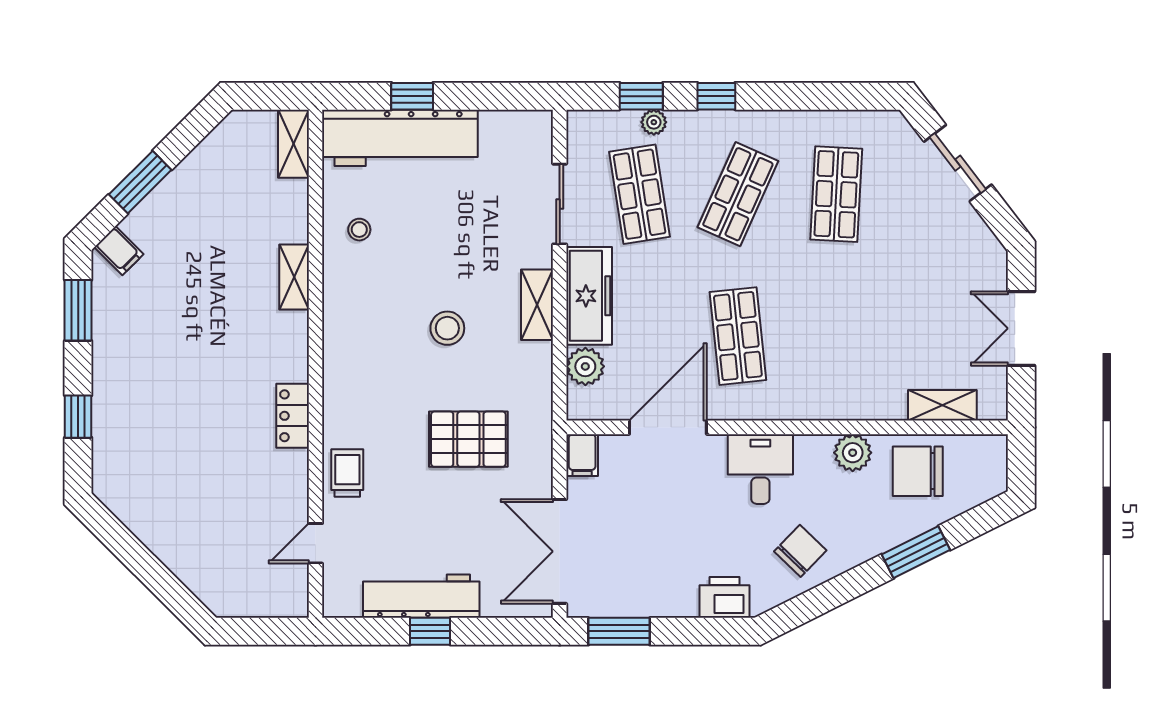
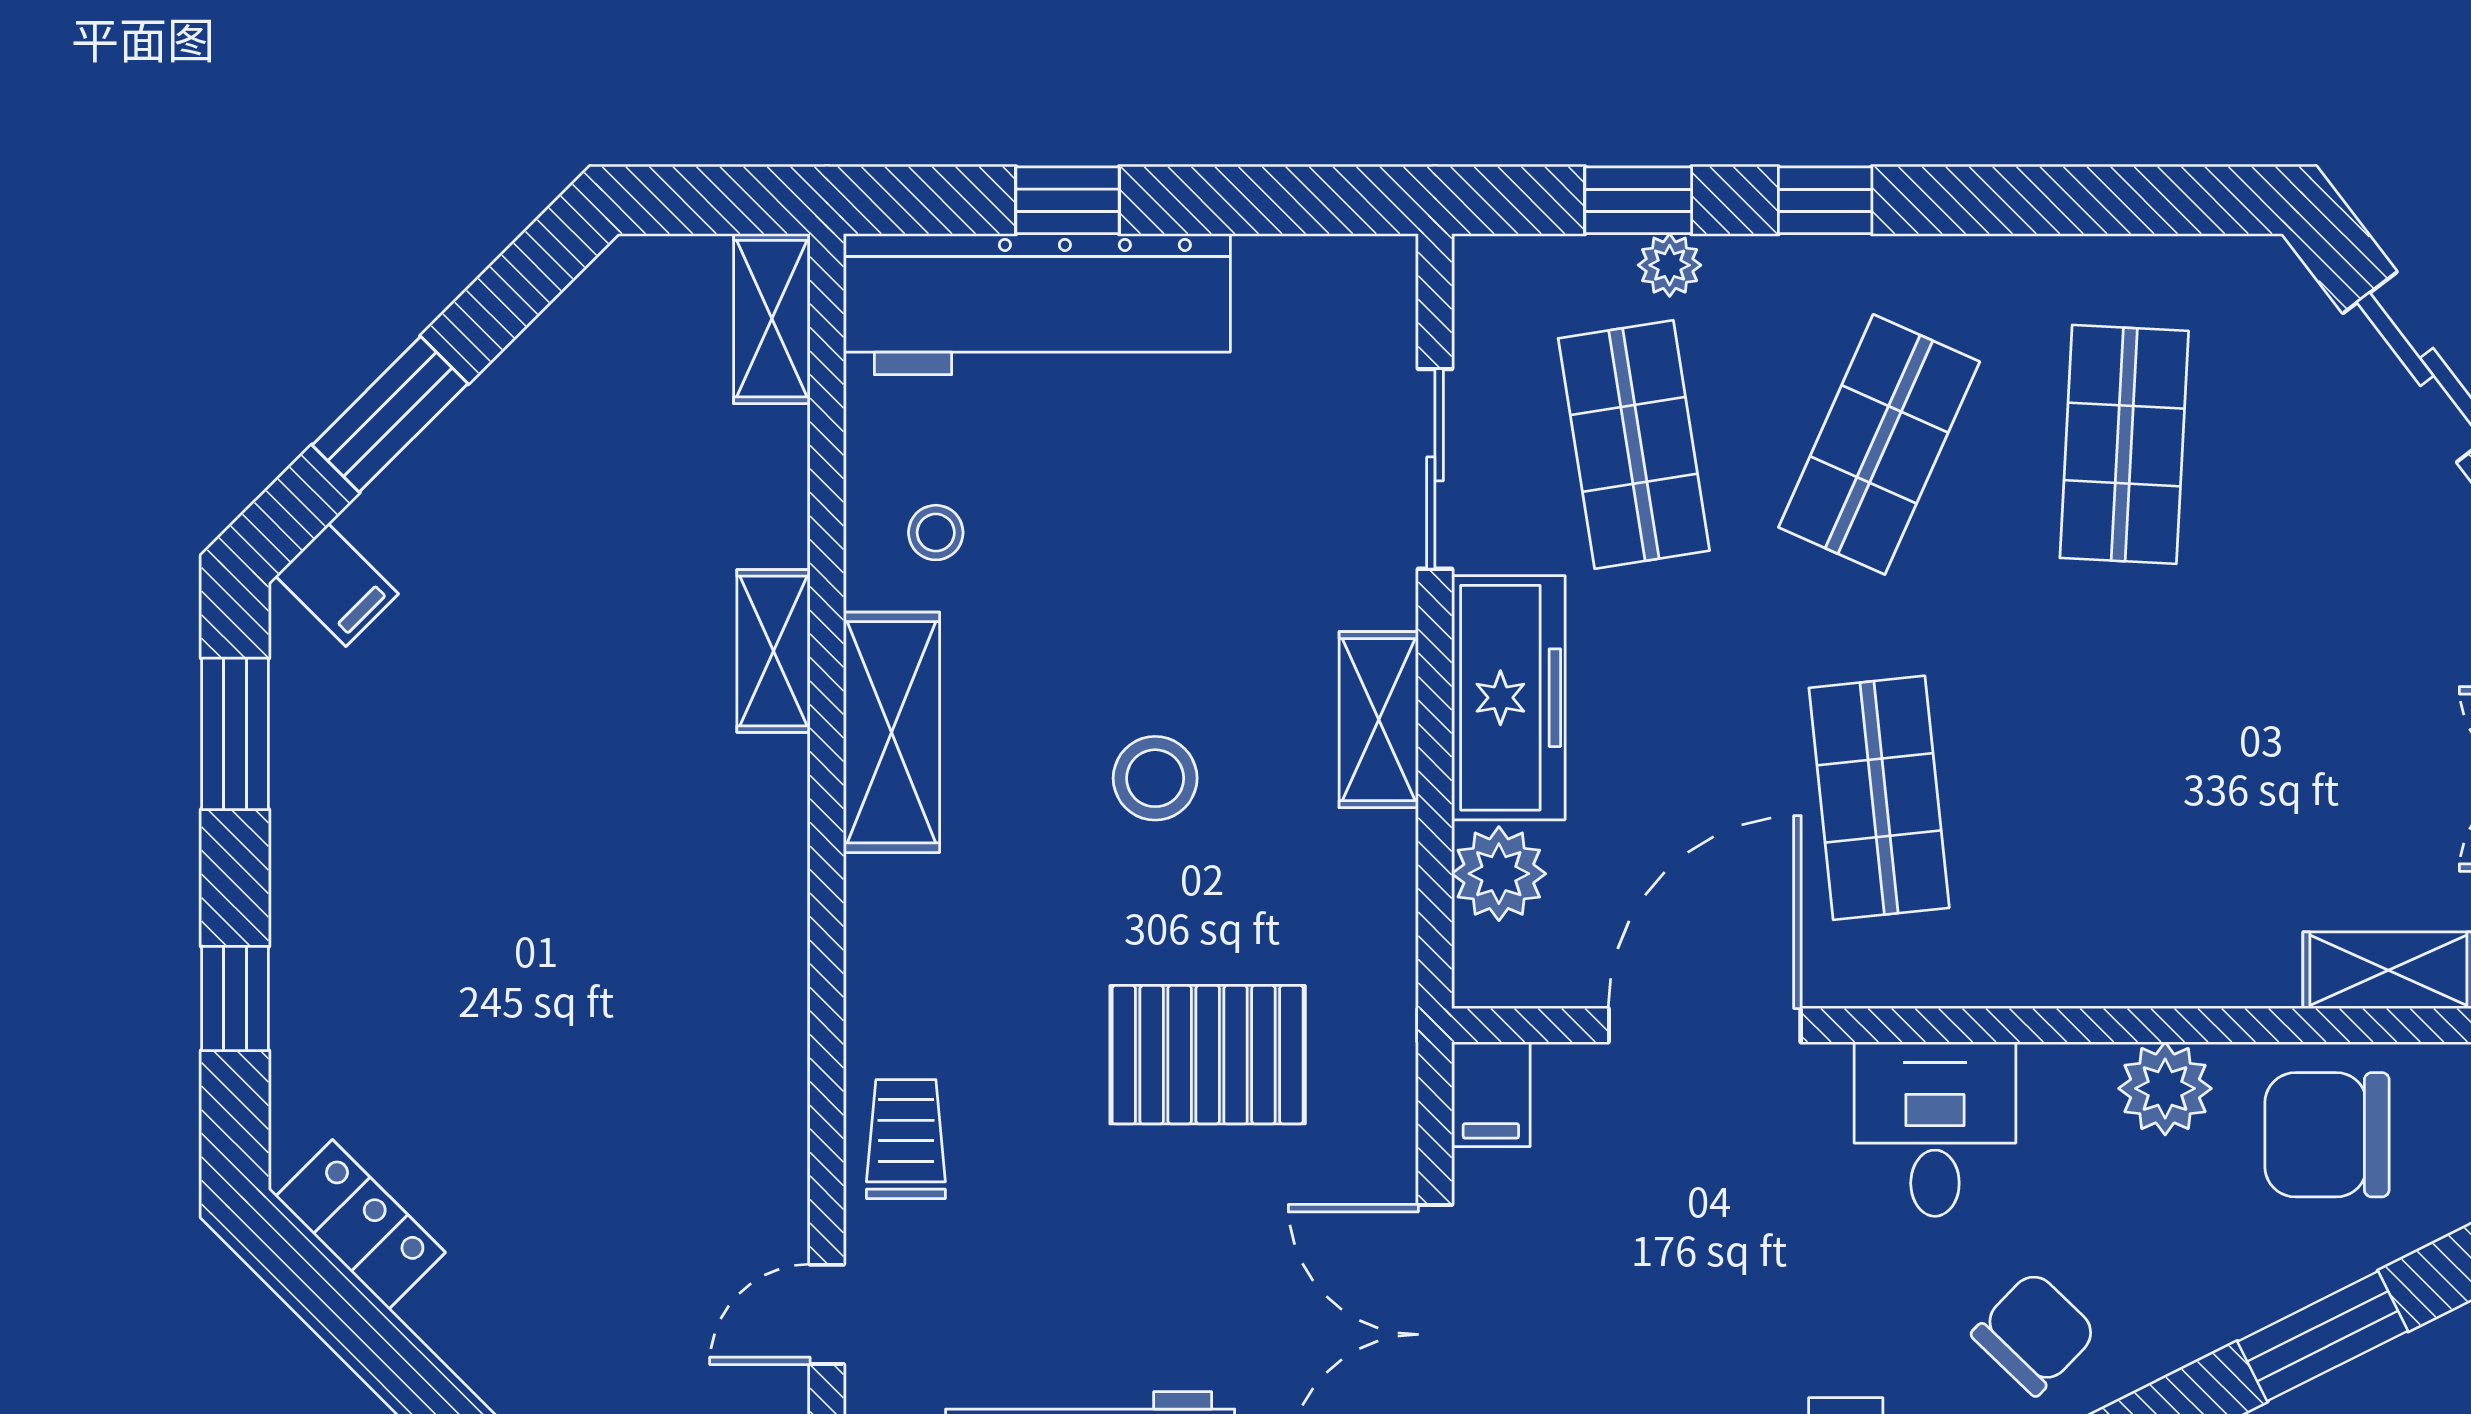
shelving: (341, 310) -> (891, 732), added
locker: (293, 416) -> (360, 1224), moved, turned 135

